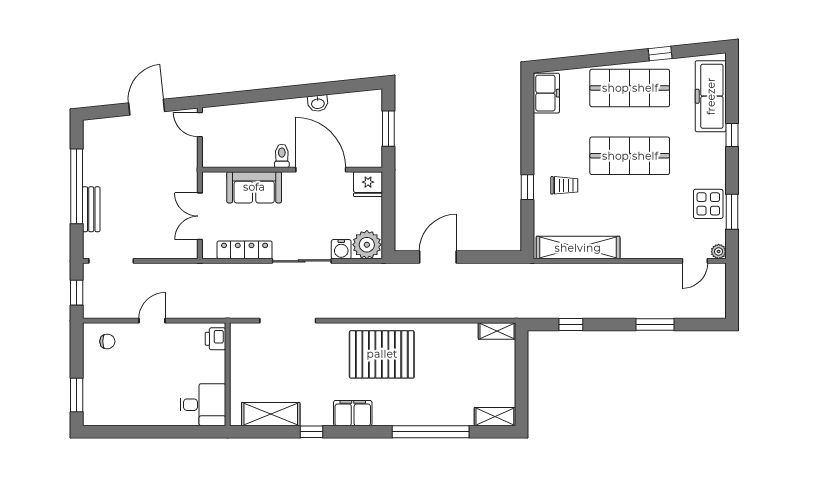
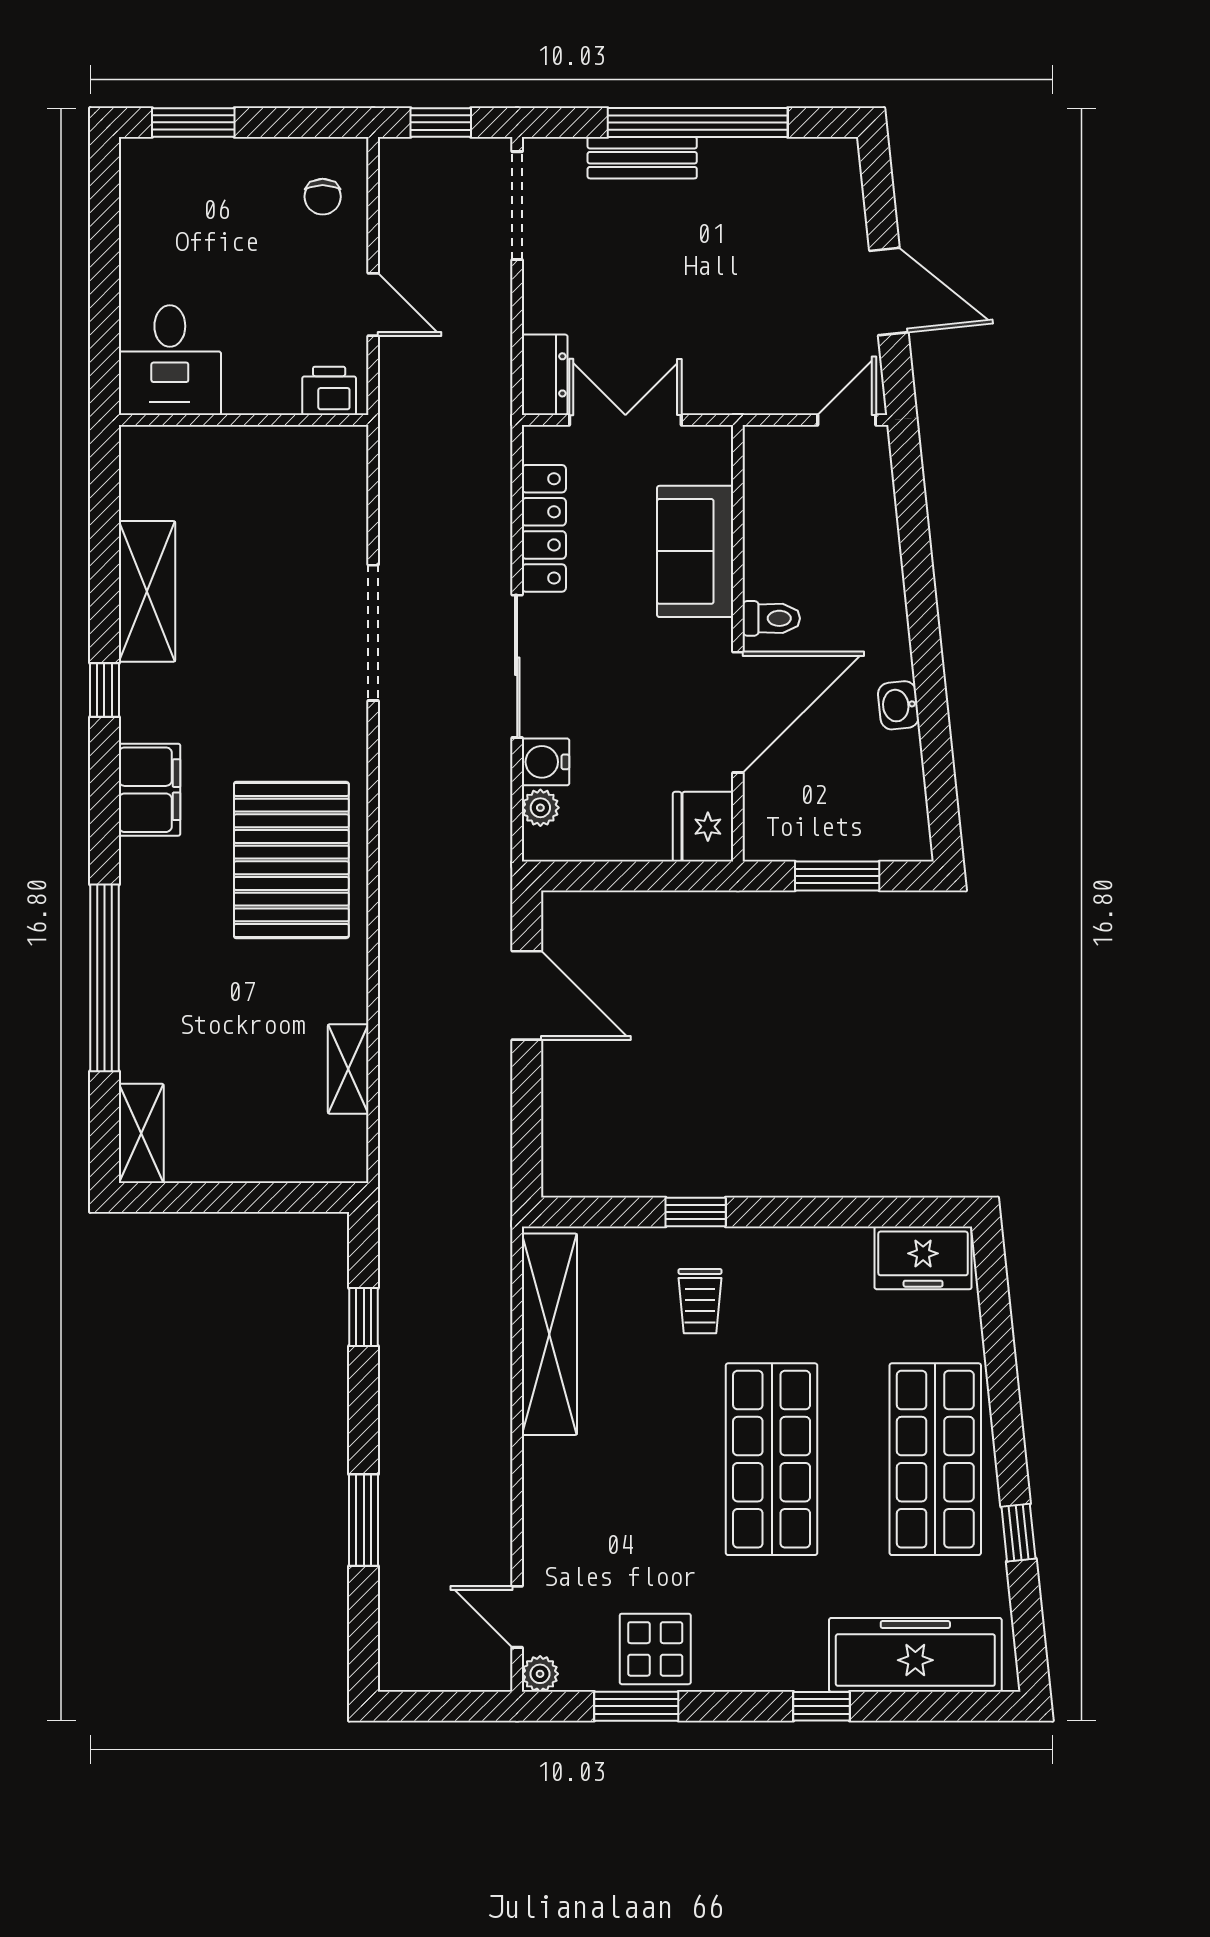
plant: (367, 245) -> (540, 808), width x0.53, depth x0.53
dresser: (181, 250) -> (545, 375), added
shelving: (497, 331) -> (348, 1069), moved
printer: (216, 339) -> (329, 391), moved
wall: (228, 374) -> (244, 420), moved
desk: (203, 405) -> (170, 360), moved

